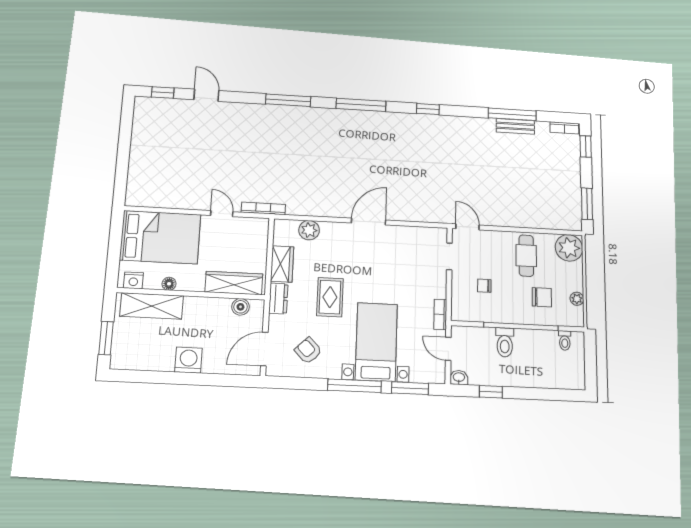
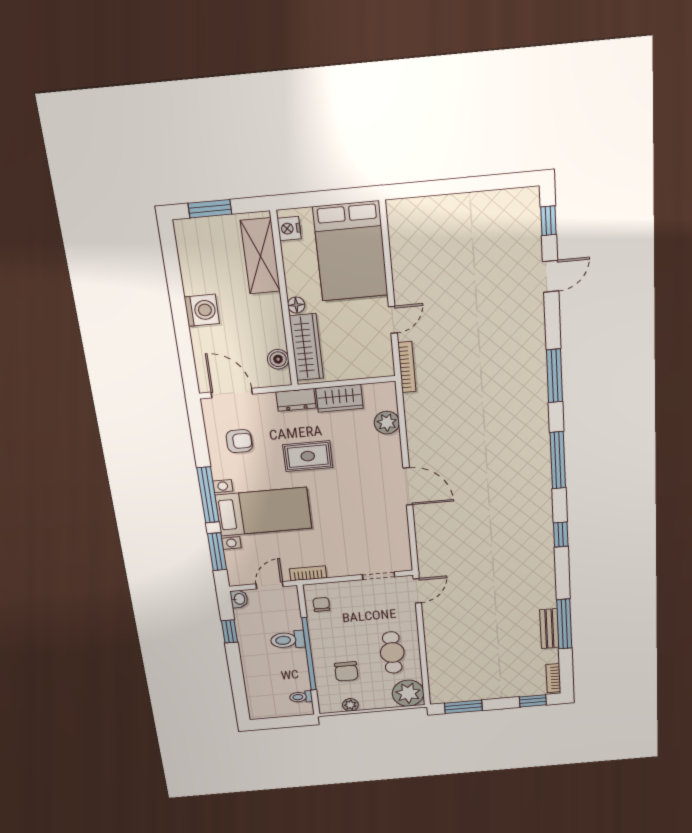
cafe table: (526, 256) -> (392, 653), turned 90
floor lamp: (169, 284) -> (296, 305), moved
chair: (484, 286) -> (321, 604), moved
armchair: (308, 351) -> (239, 441), turned 44

